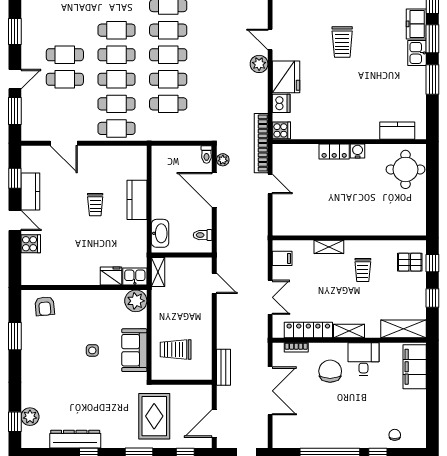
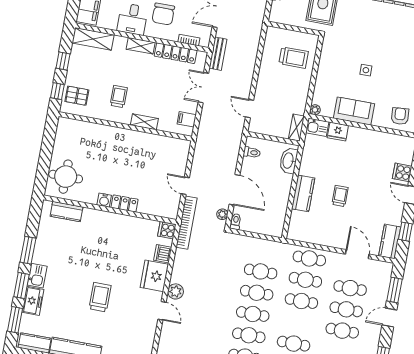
cafe table: (117, 55) -> (350, 288), moved
kitchen counter: (30, 192) -> (390, 241), moved
plant: (136, 301) -> (315, 110), width x0.53, depth x0.53
sofa: (134, 350) -> (354, 111), moved, turned -90
bench: (224, 367) -> (218, 54), moved

